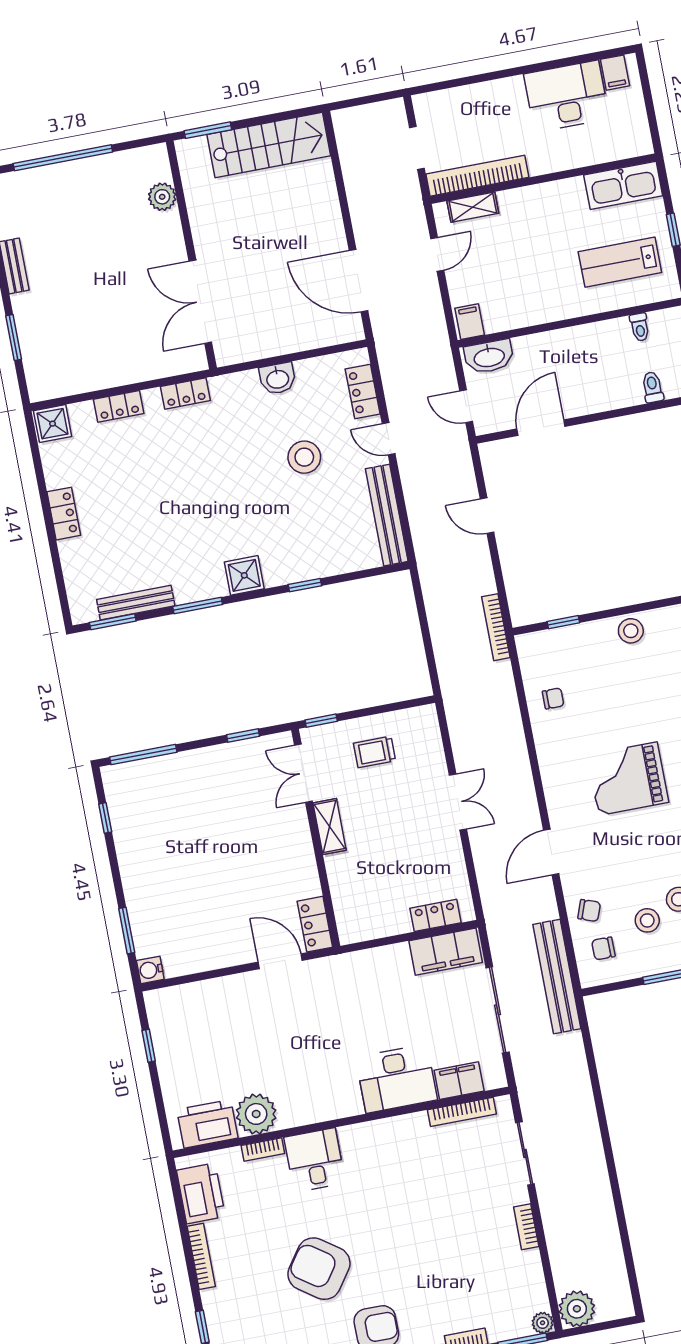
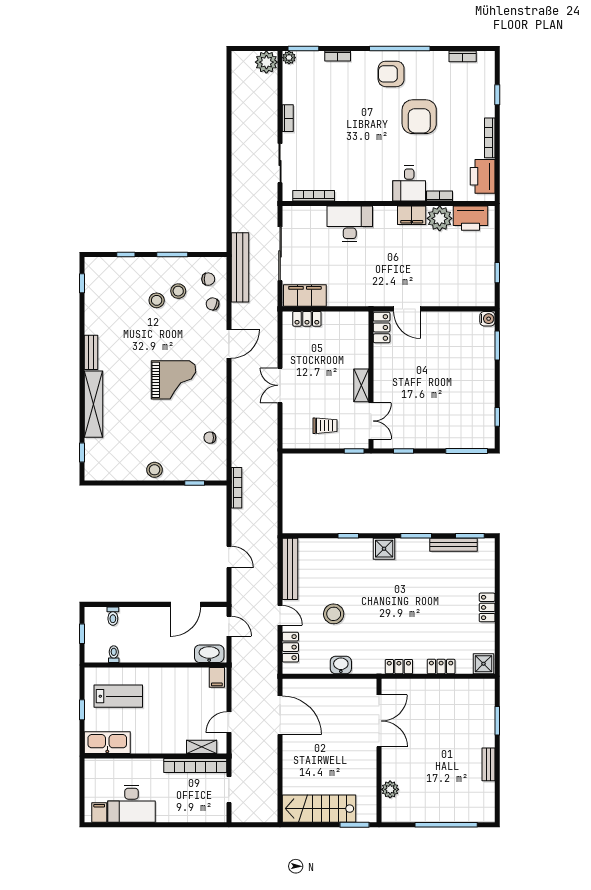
filing cabinet: (459, 1081) -> (412, 215), moved
armchair: (319, 1269) -> (419, 117), turned 55

